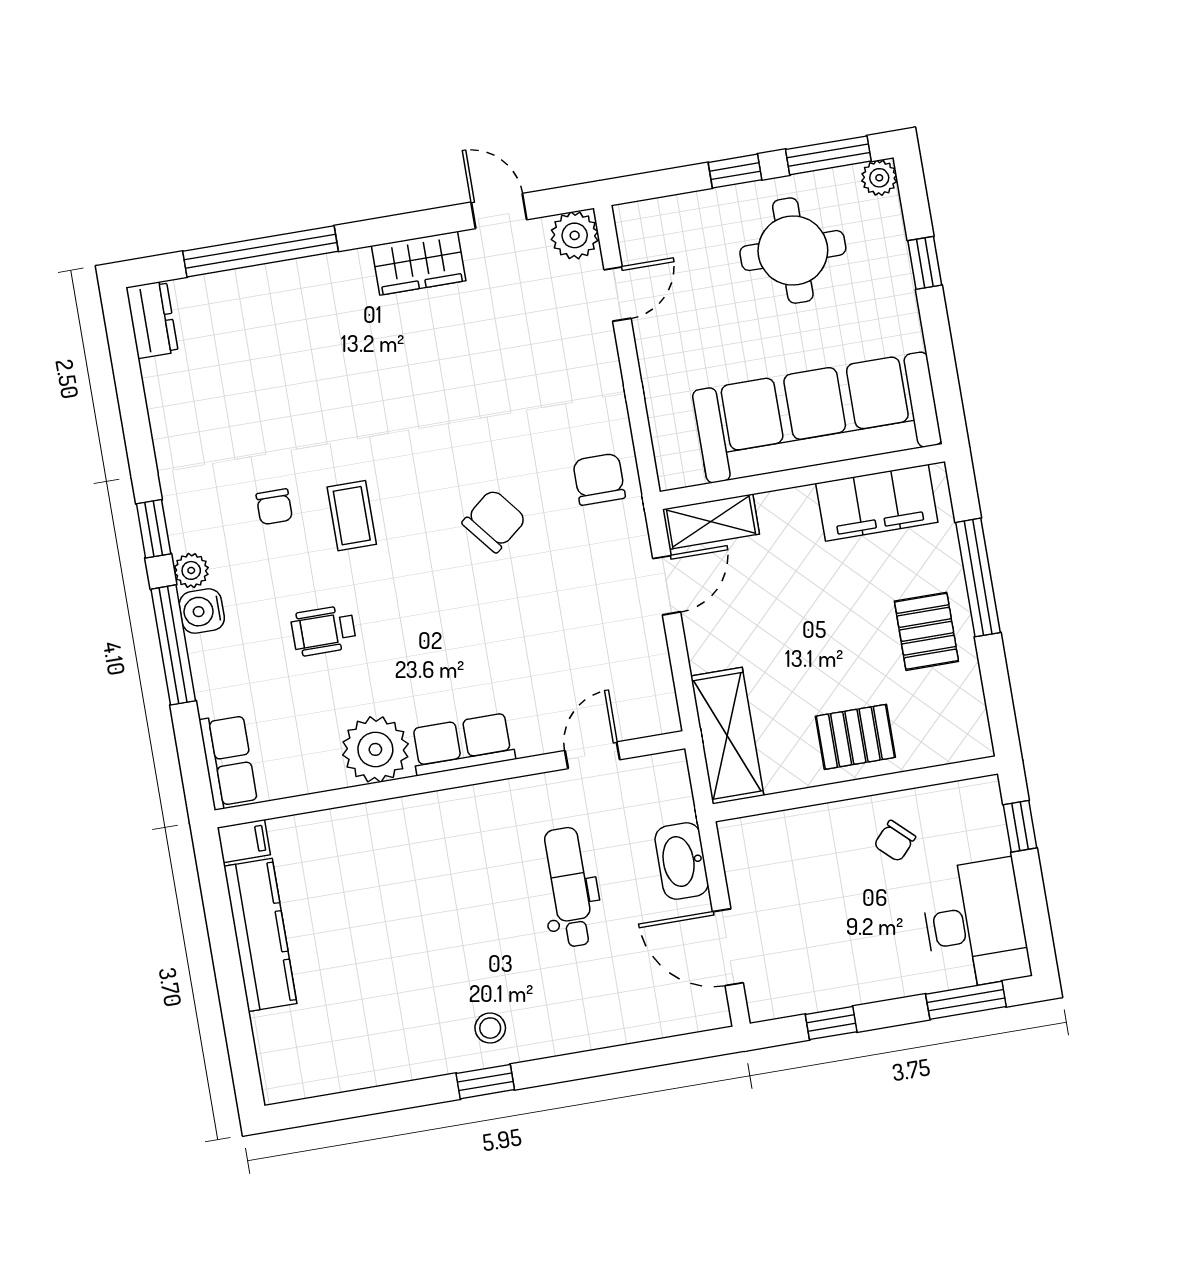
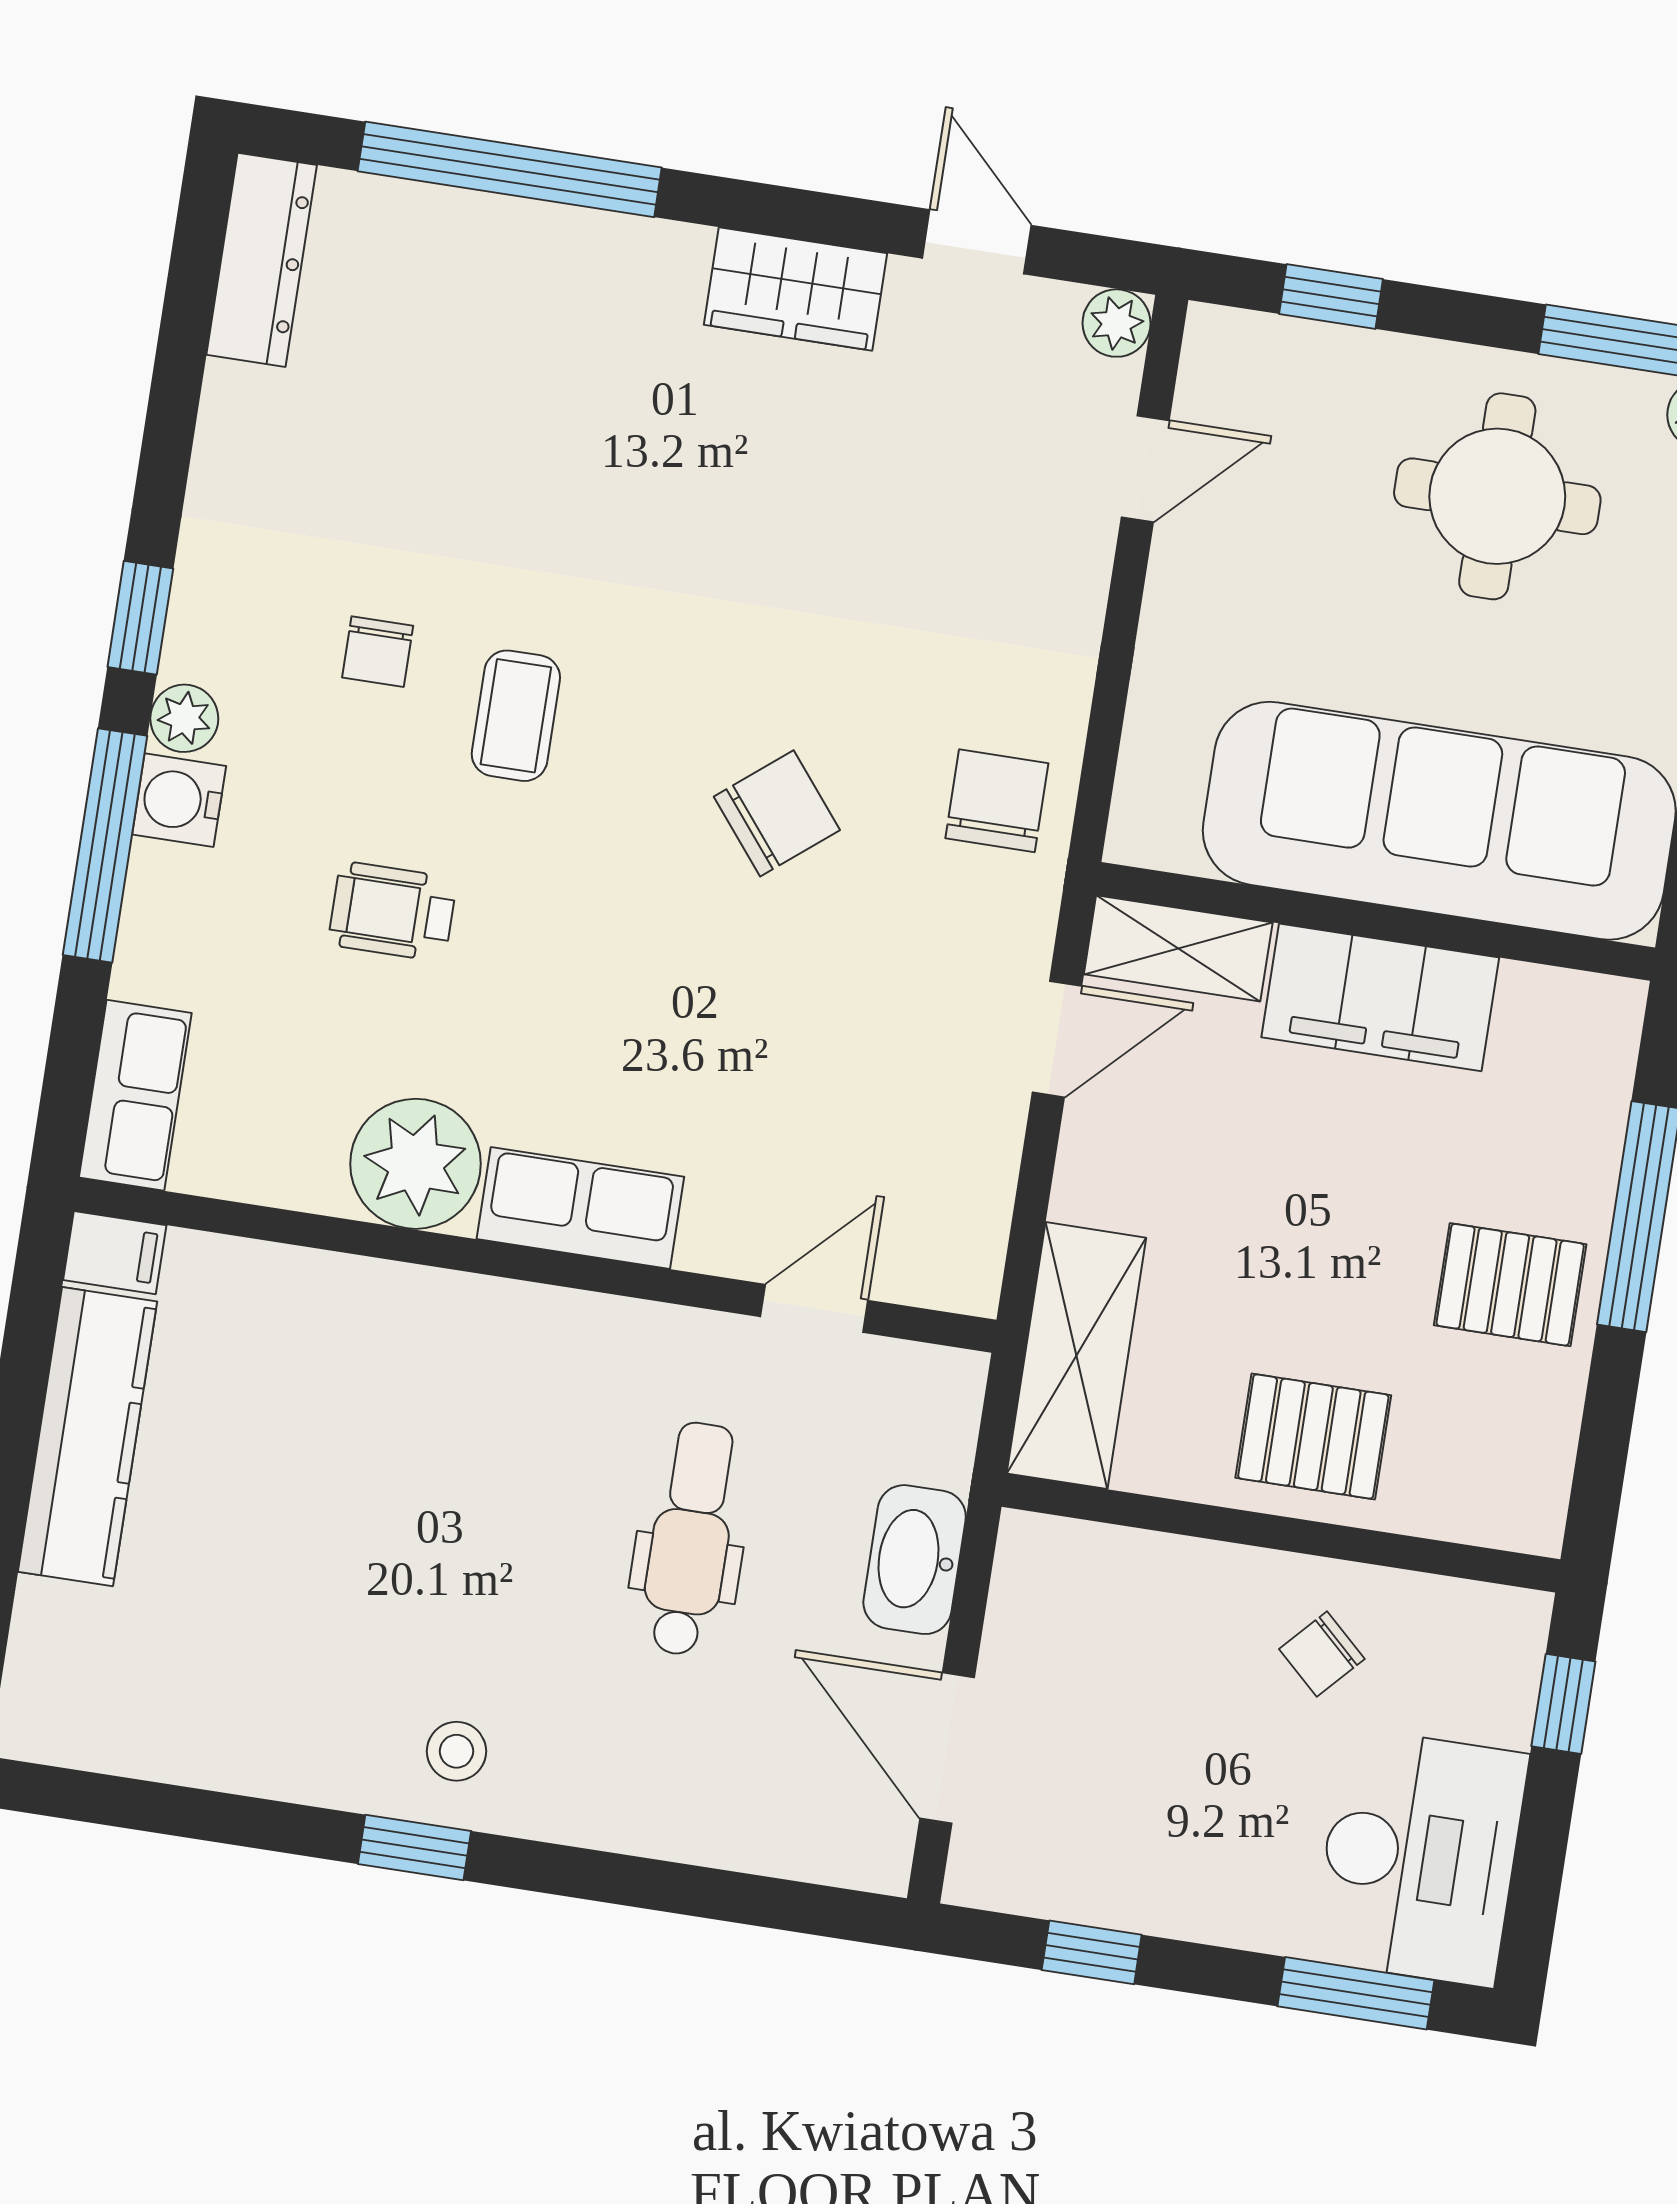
window: (735, 171) -> (1331, 297), moved
plant: (575, 235) -> (1117, 323), width x0.73, depth x0.73
dresser: (152, 320) -> (262, 260), width x1.44
filing cabinet: (877, 503) -> (1380, 997), moved
pallet: (926, 631) -> (1510, 1285), turned 90

